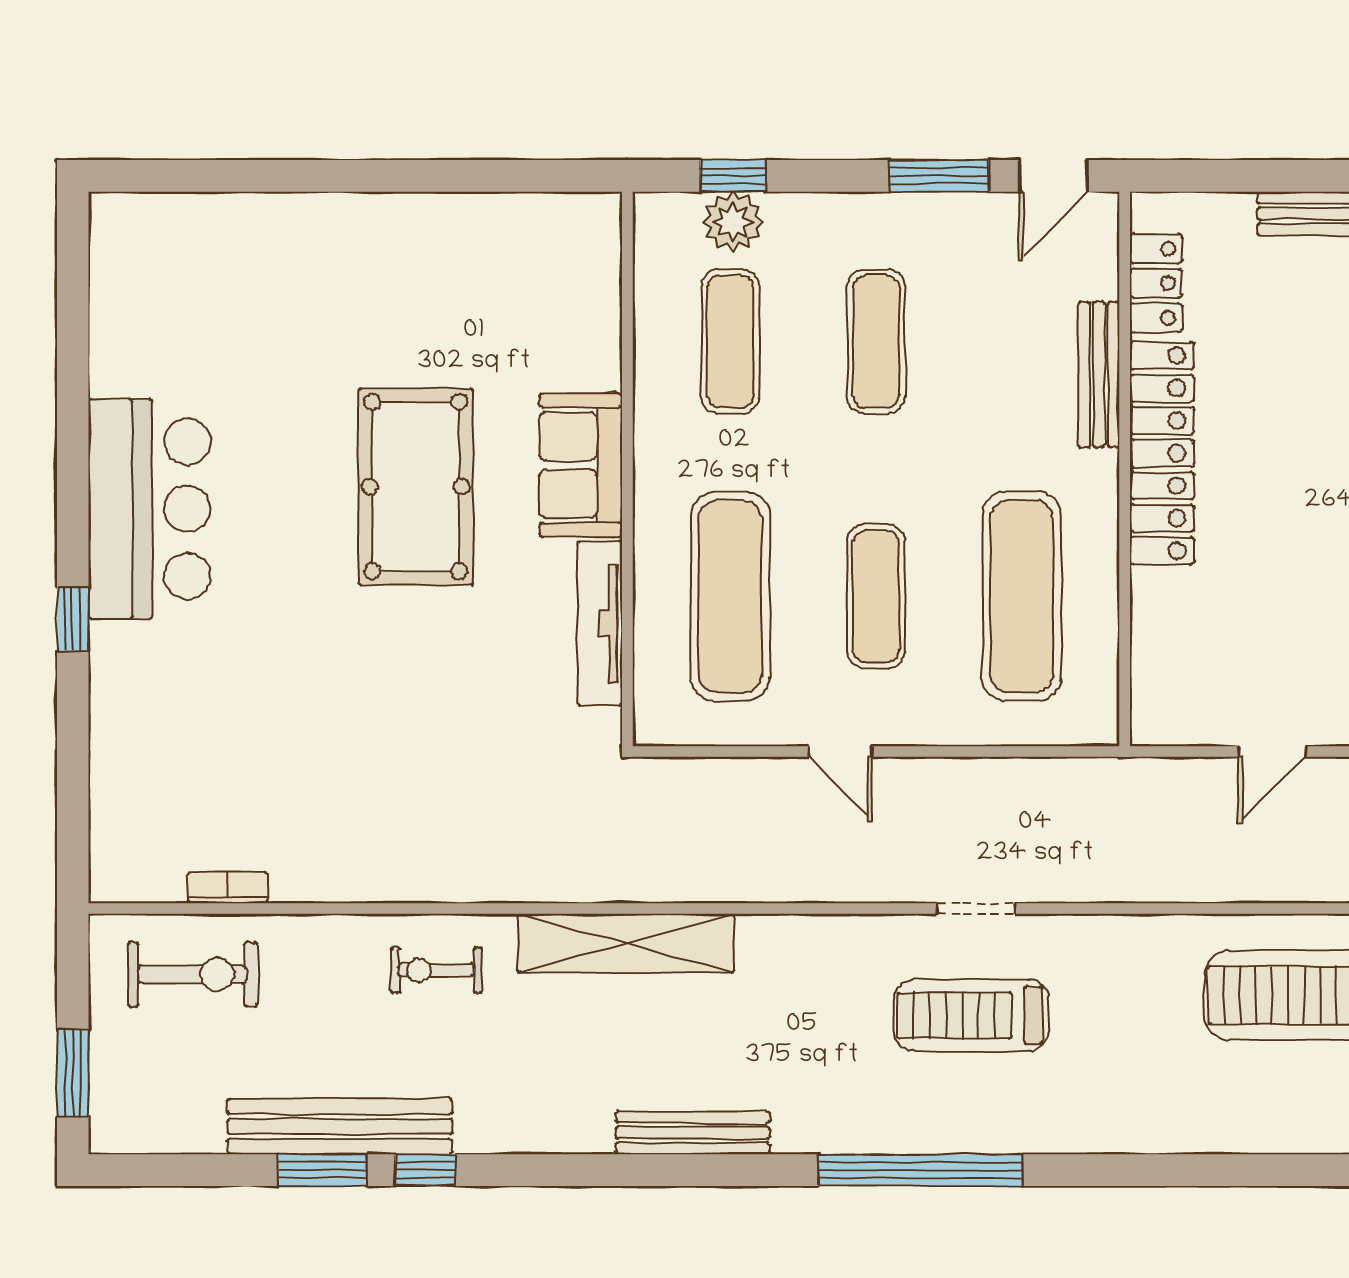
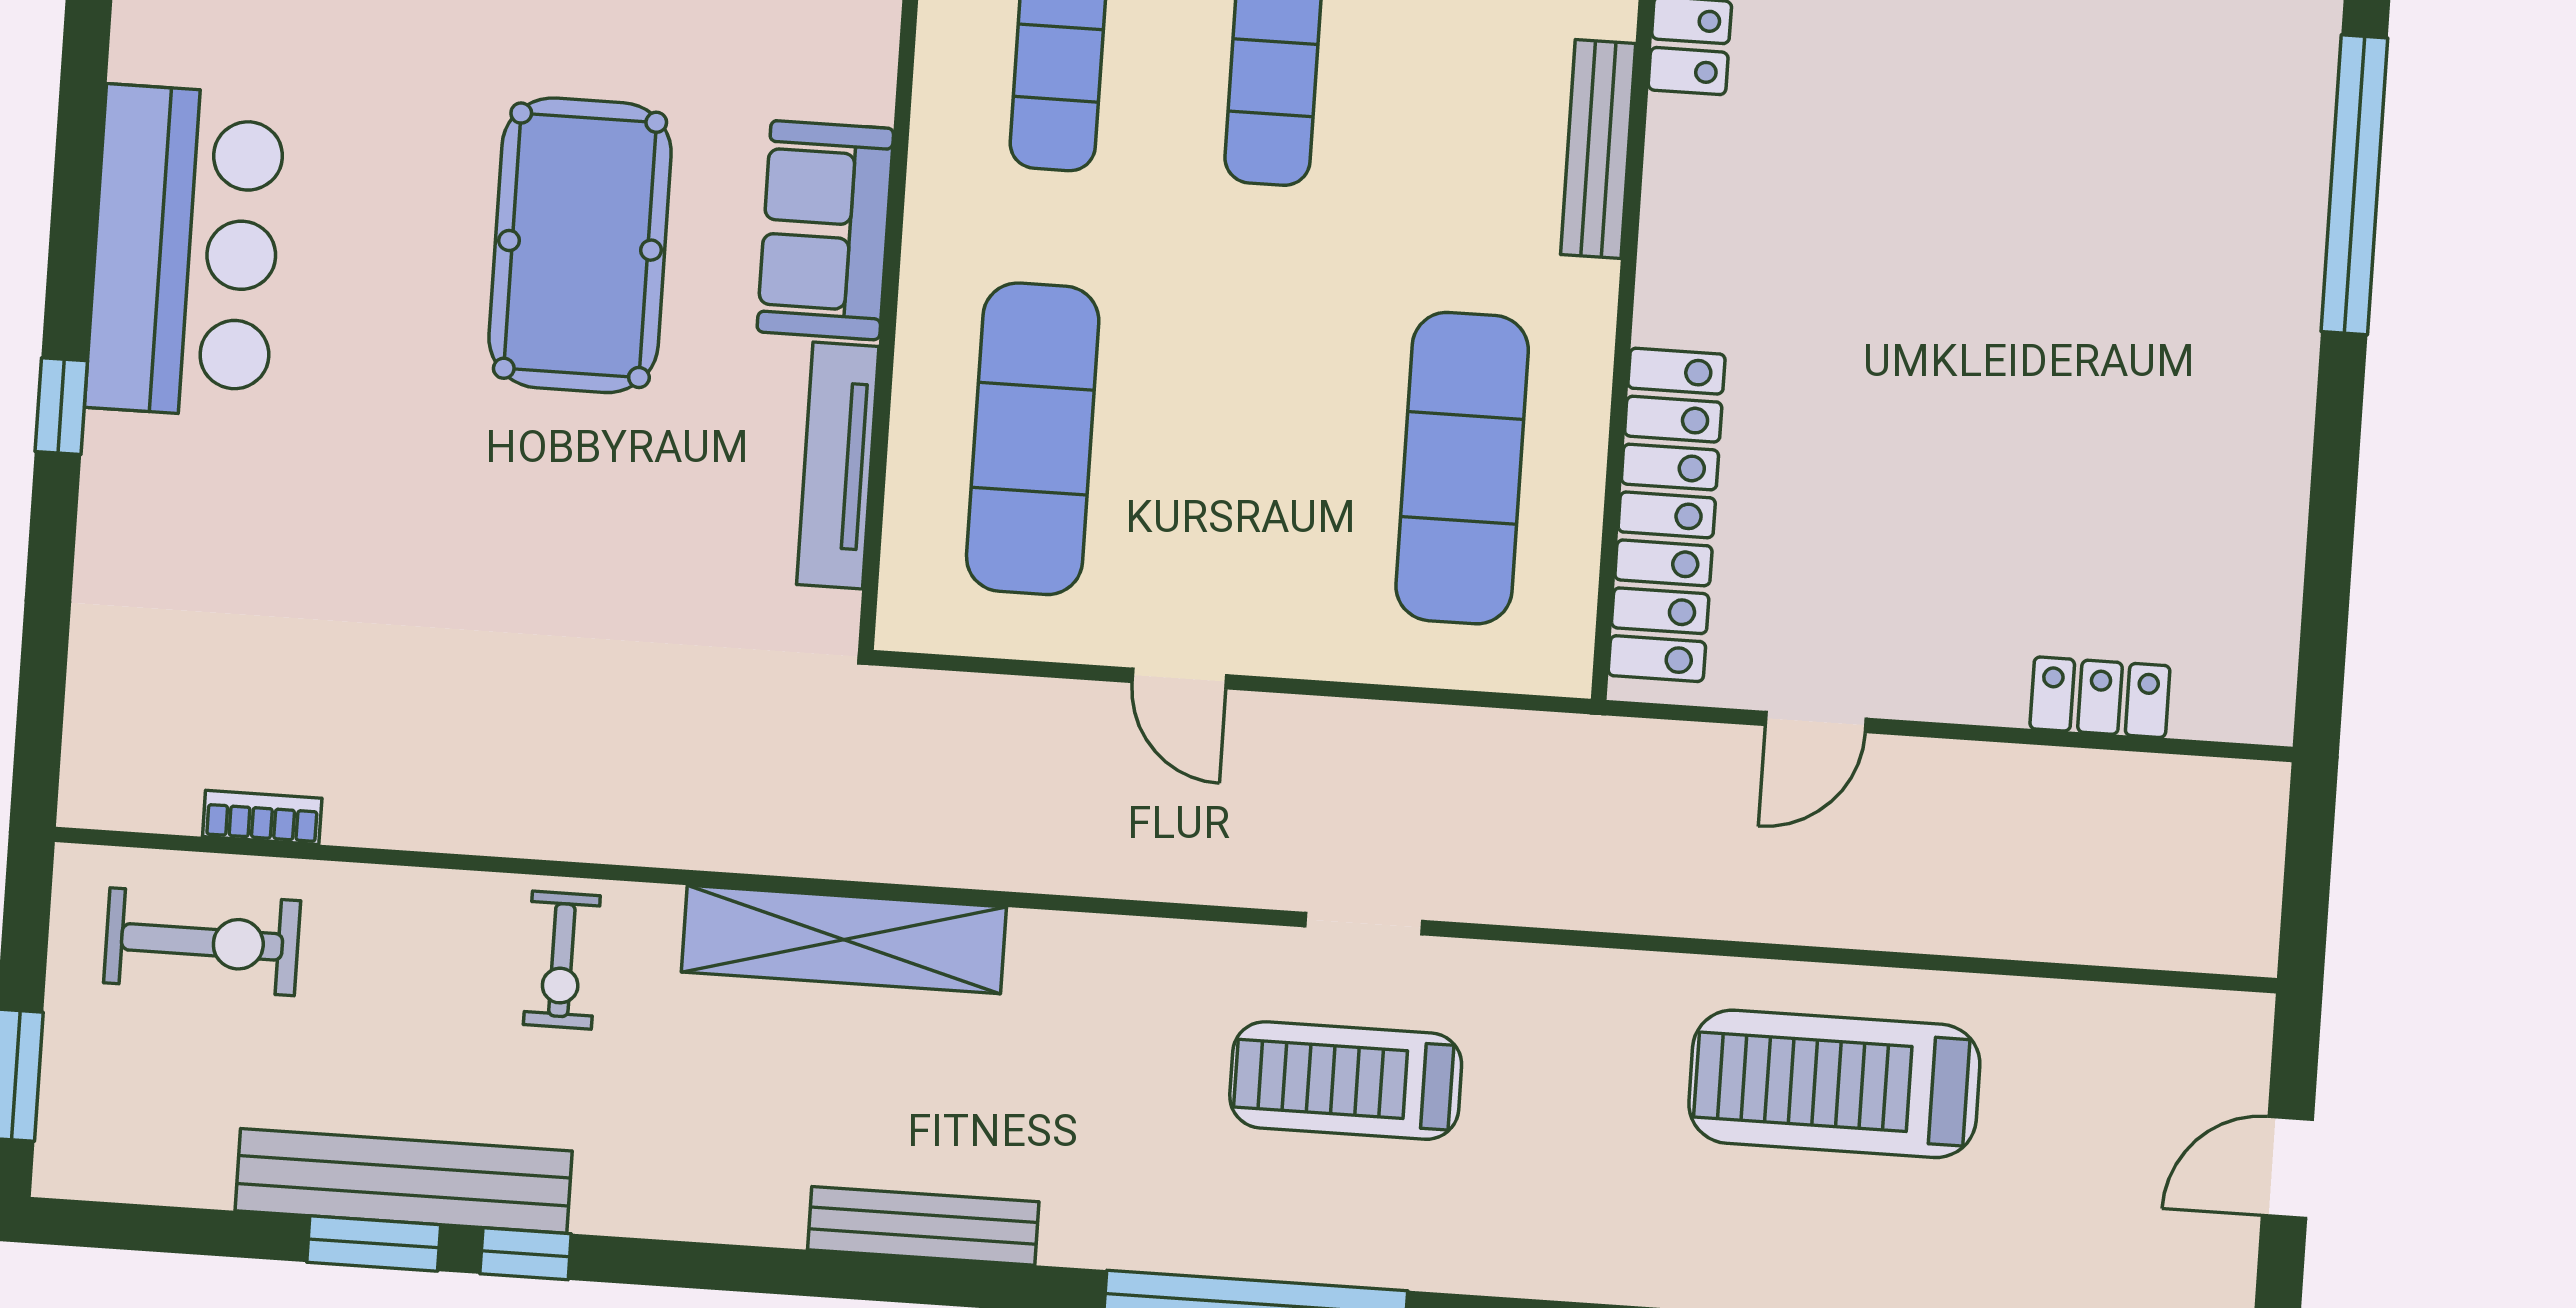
locker: (1162, 453) -> (1667, 515), moved
exercise mat: (876, 596) -> (1247, 453), removed
exercise bike: (436, 970) -> (562, 960), turned -90

